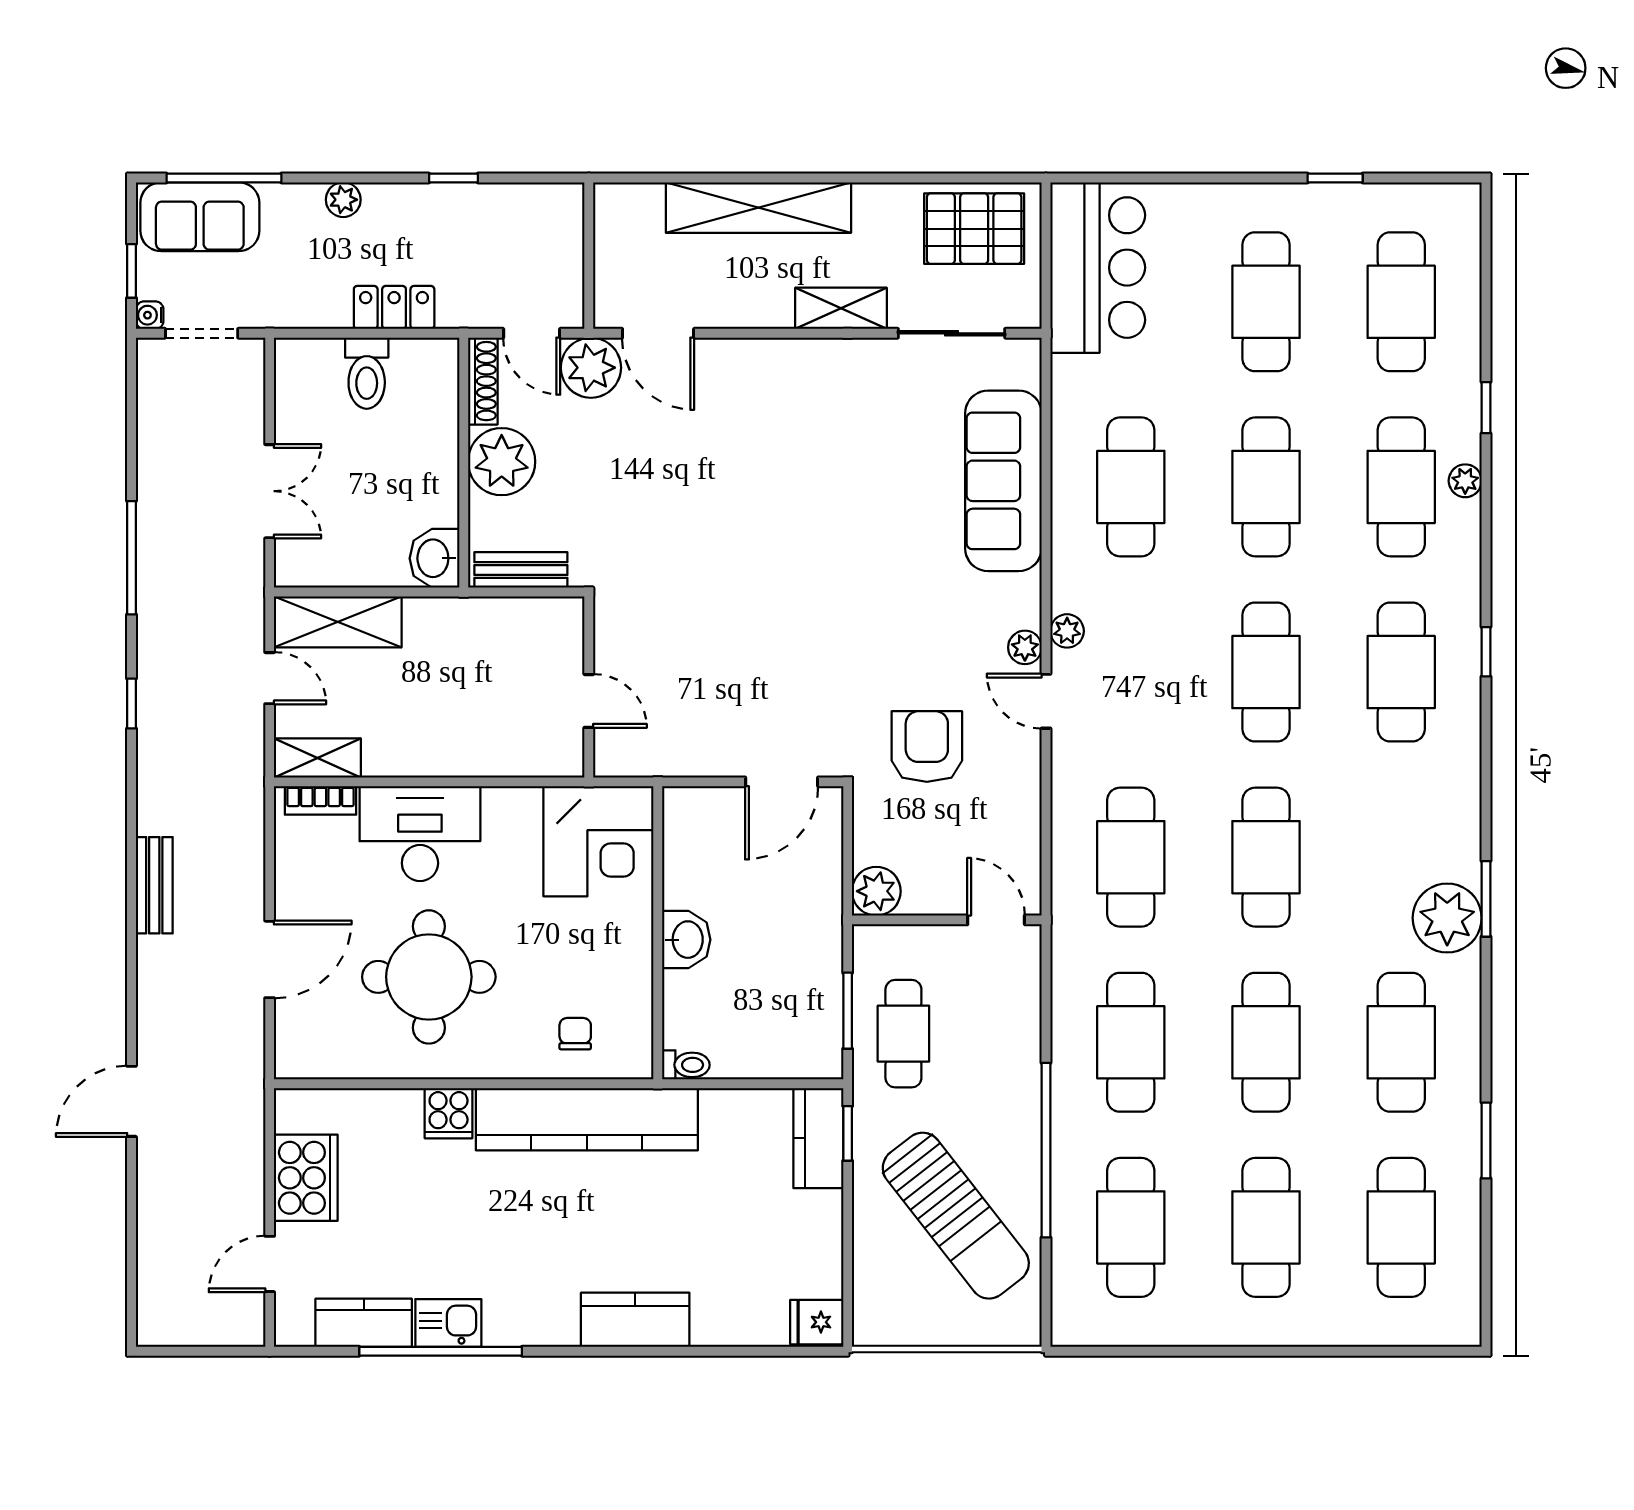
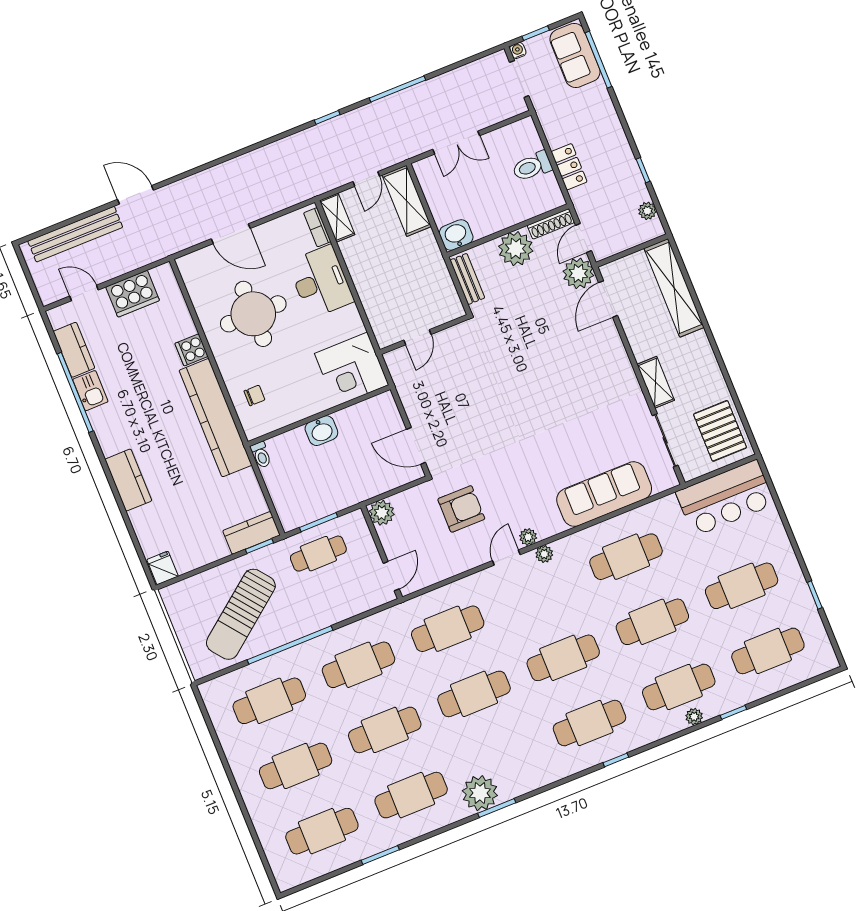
plant: (343, 200) -> (647, 211), moved
shelving: (758, 208) -> (674, 288), moved
bench: (154, 885) -> (75, 234), moved, width x1.86, depth x1.21

